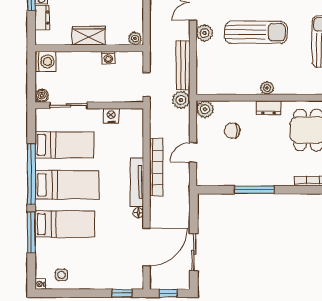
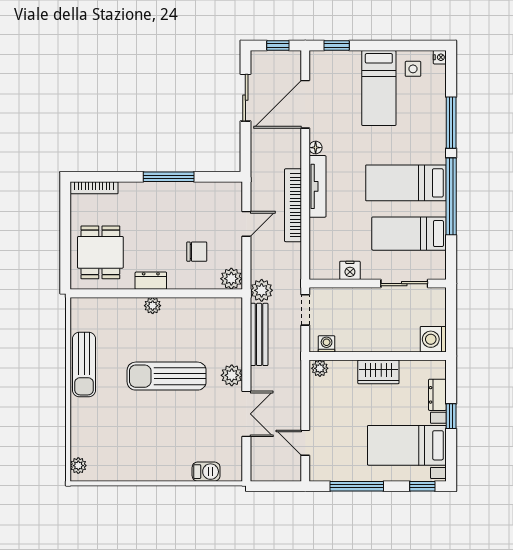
washing machine: (108, 58) -> (327, 344), moved
boiler: (42, 96) -> (438, 296), removed
bed: (65, 224) -> (379, 88), moved, turned -90

